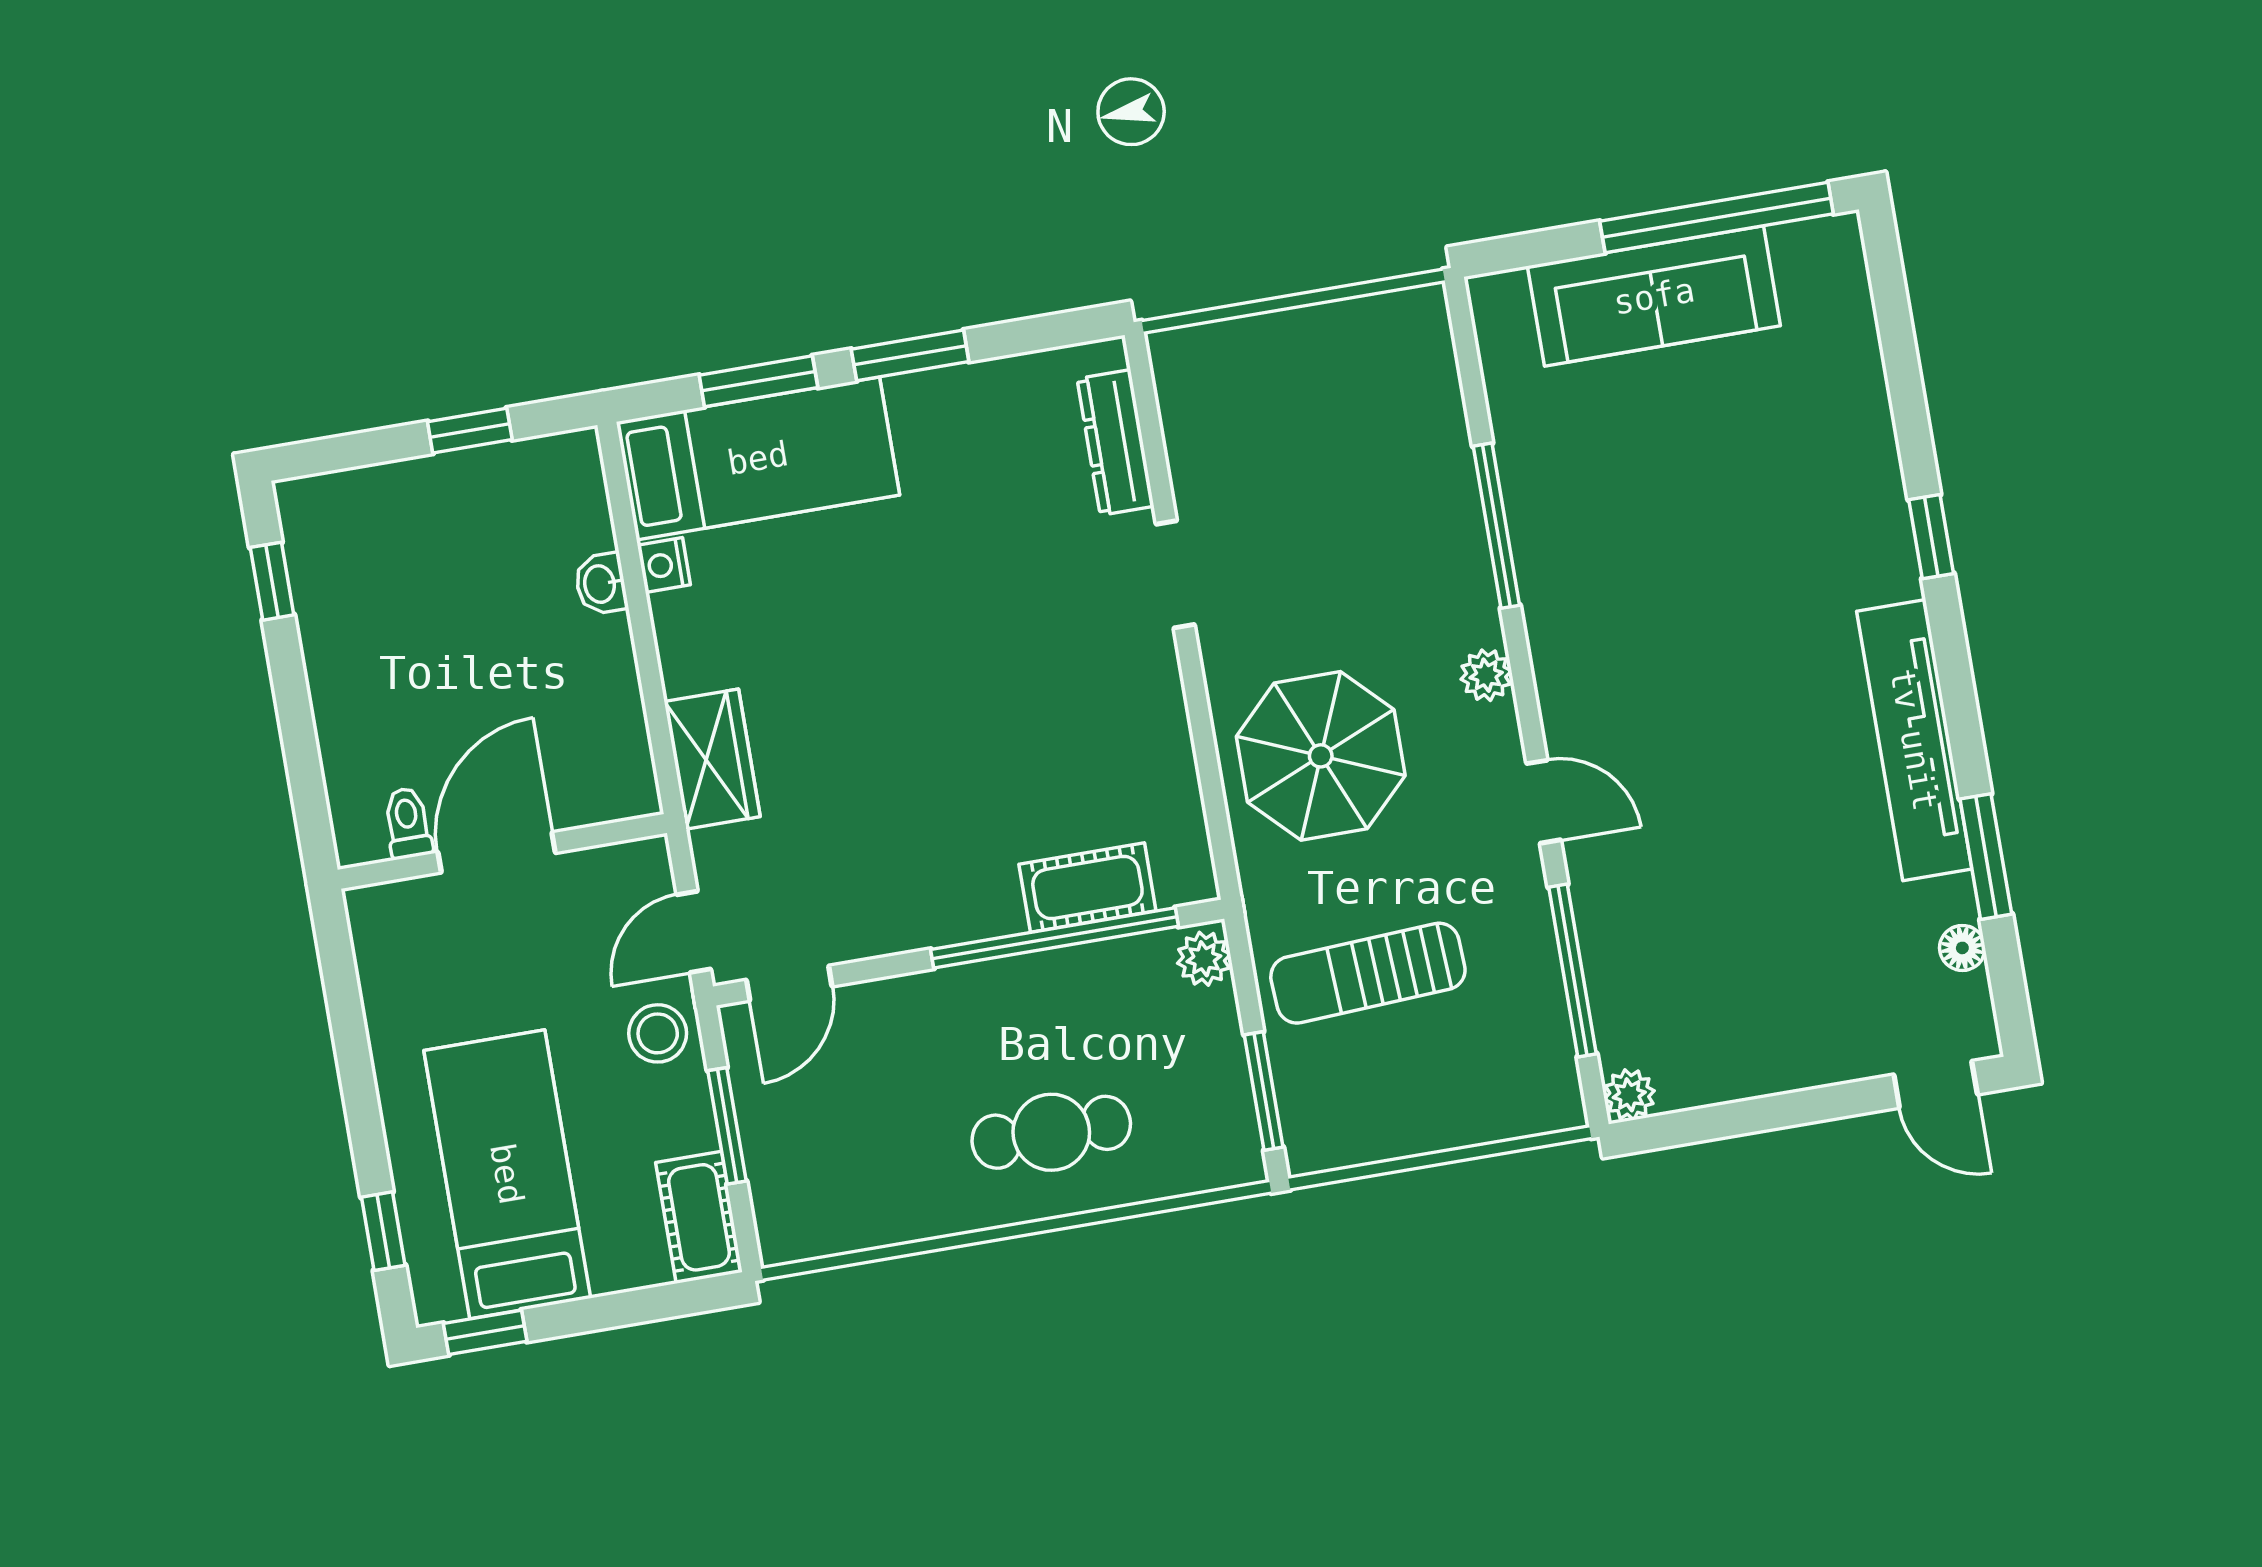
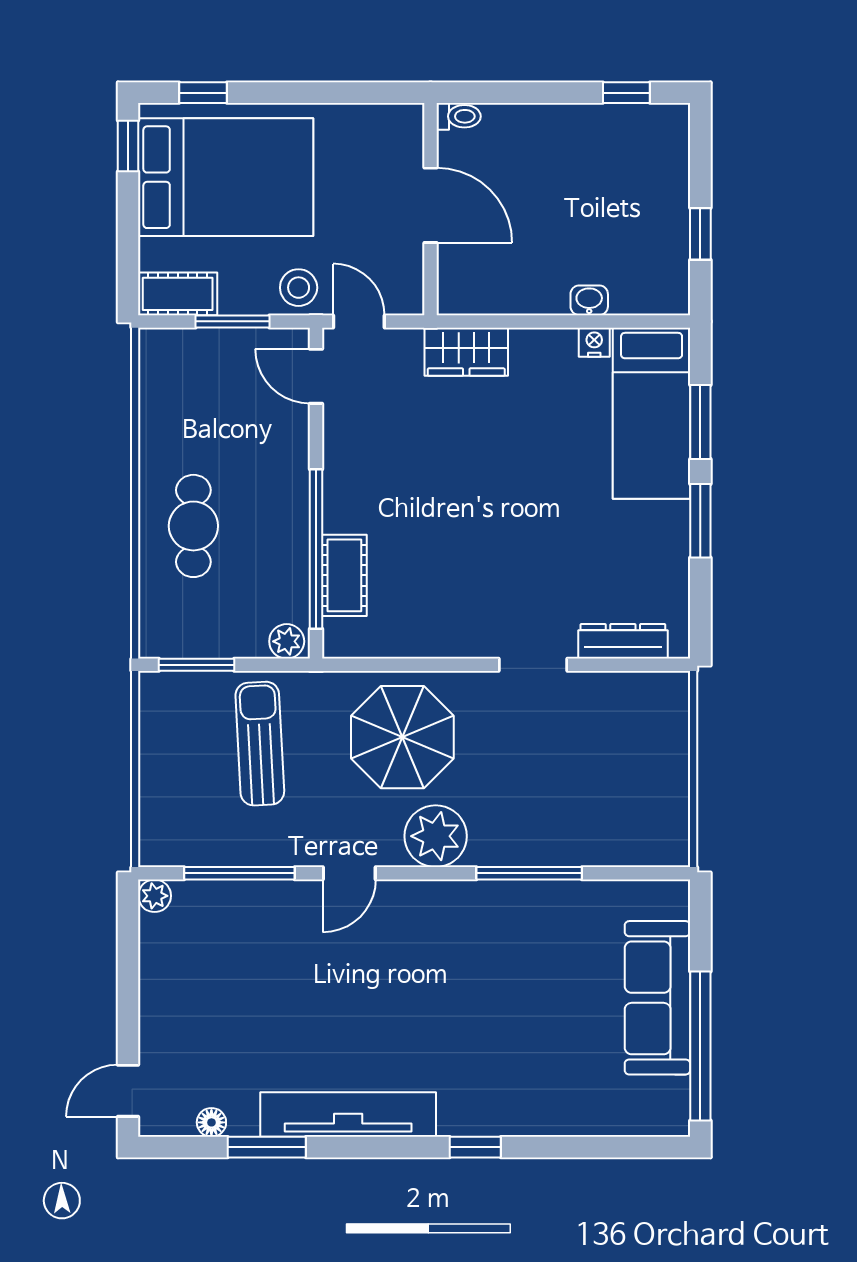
plant: (1486, 675) -> (436, 836), width x1.88, depth x1.88
toilet: (408, 823) -> (459, 116), moved
bed: (507, 1174) -> (226, 177), width x1.50

